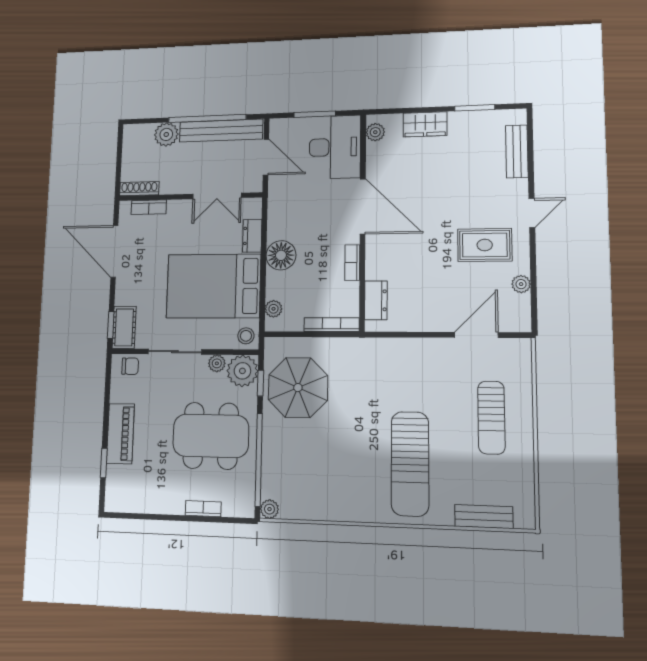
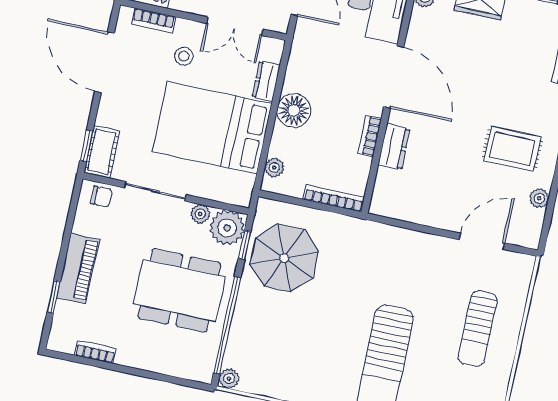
dresser: (376, 300) -> (394, 147), moved
stool: (246, 336) -> (184, 56), moved
bookcase: (203, 509) -> (95, 352), moved

